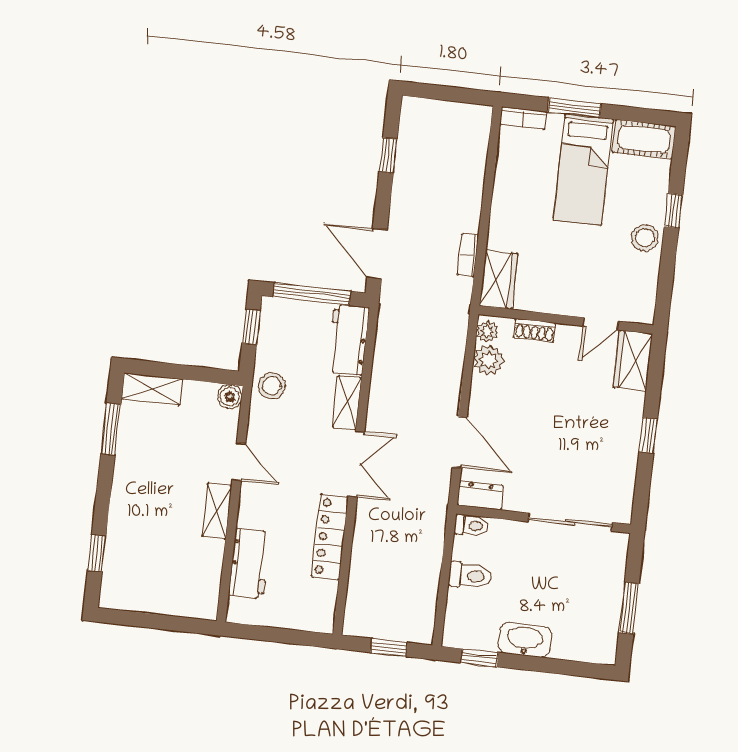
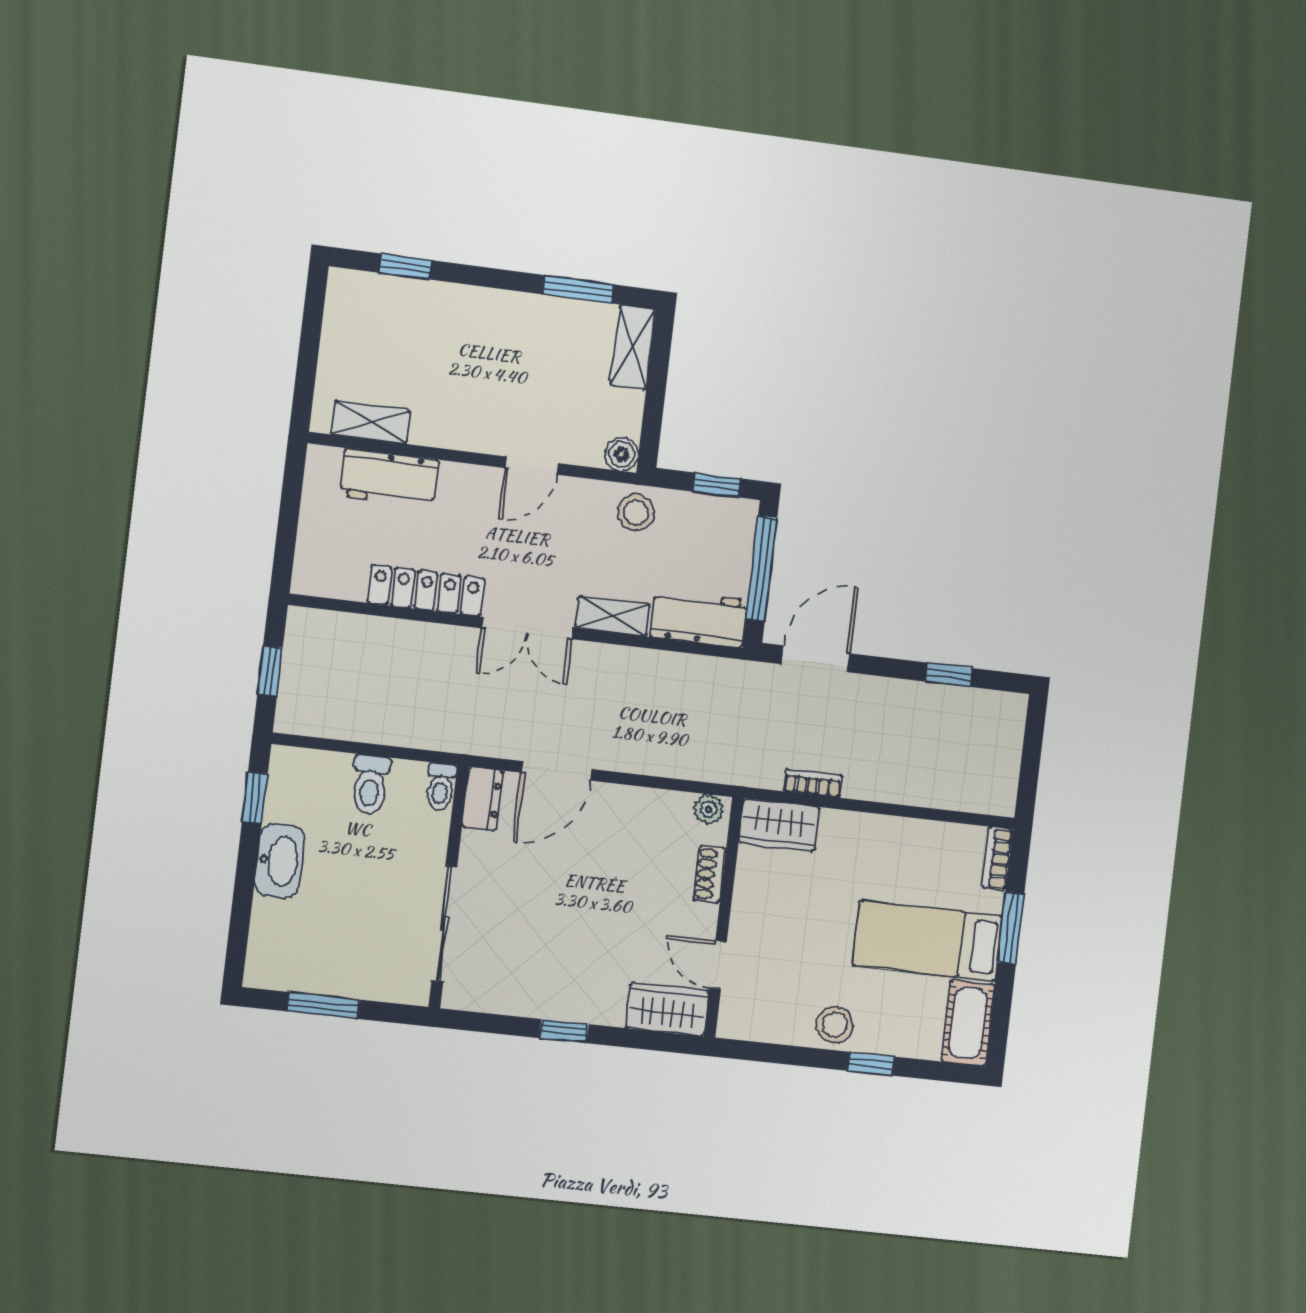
plant: (489, 360) -> (669, 811), removed
shelving: (217, 511) -> (371, 422), moved

